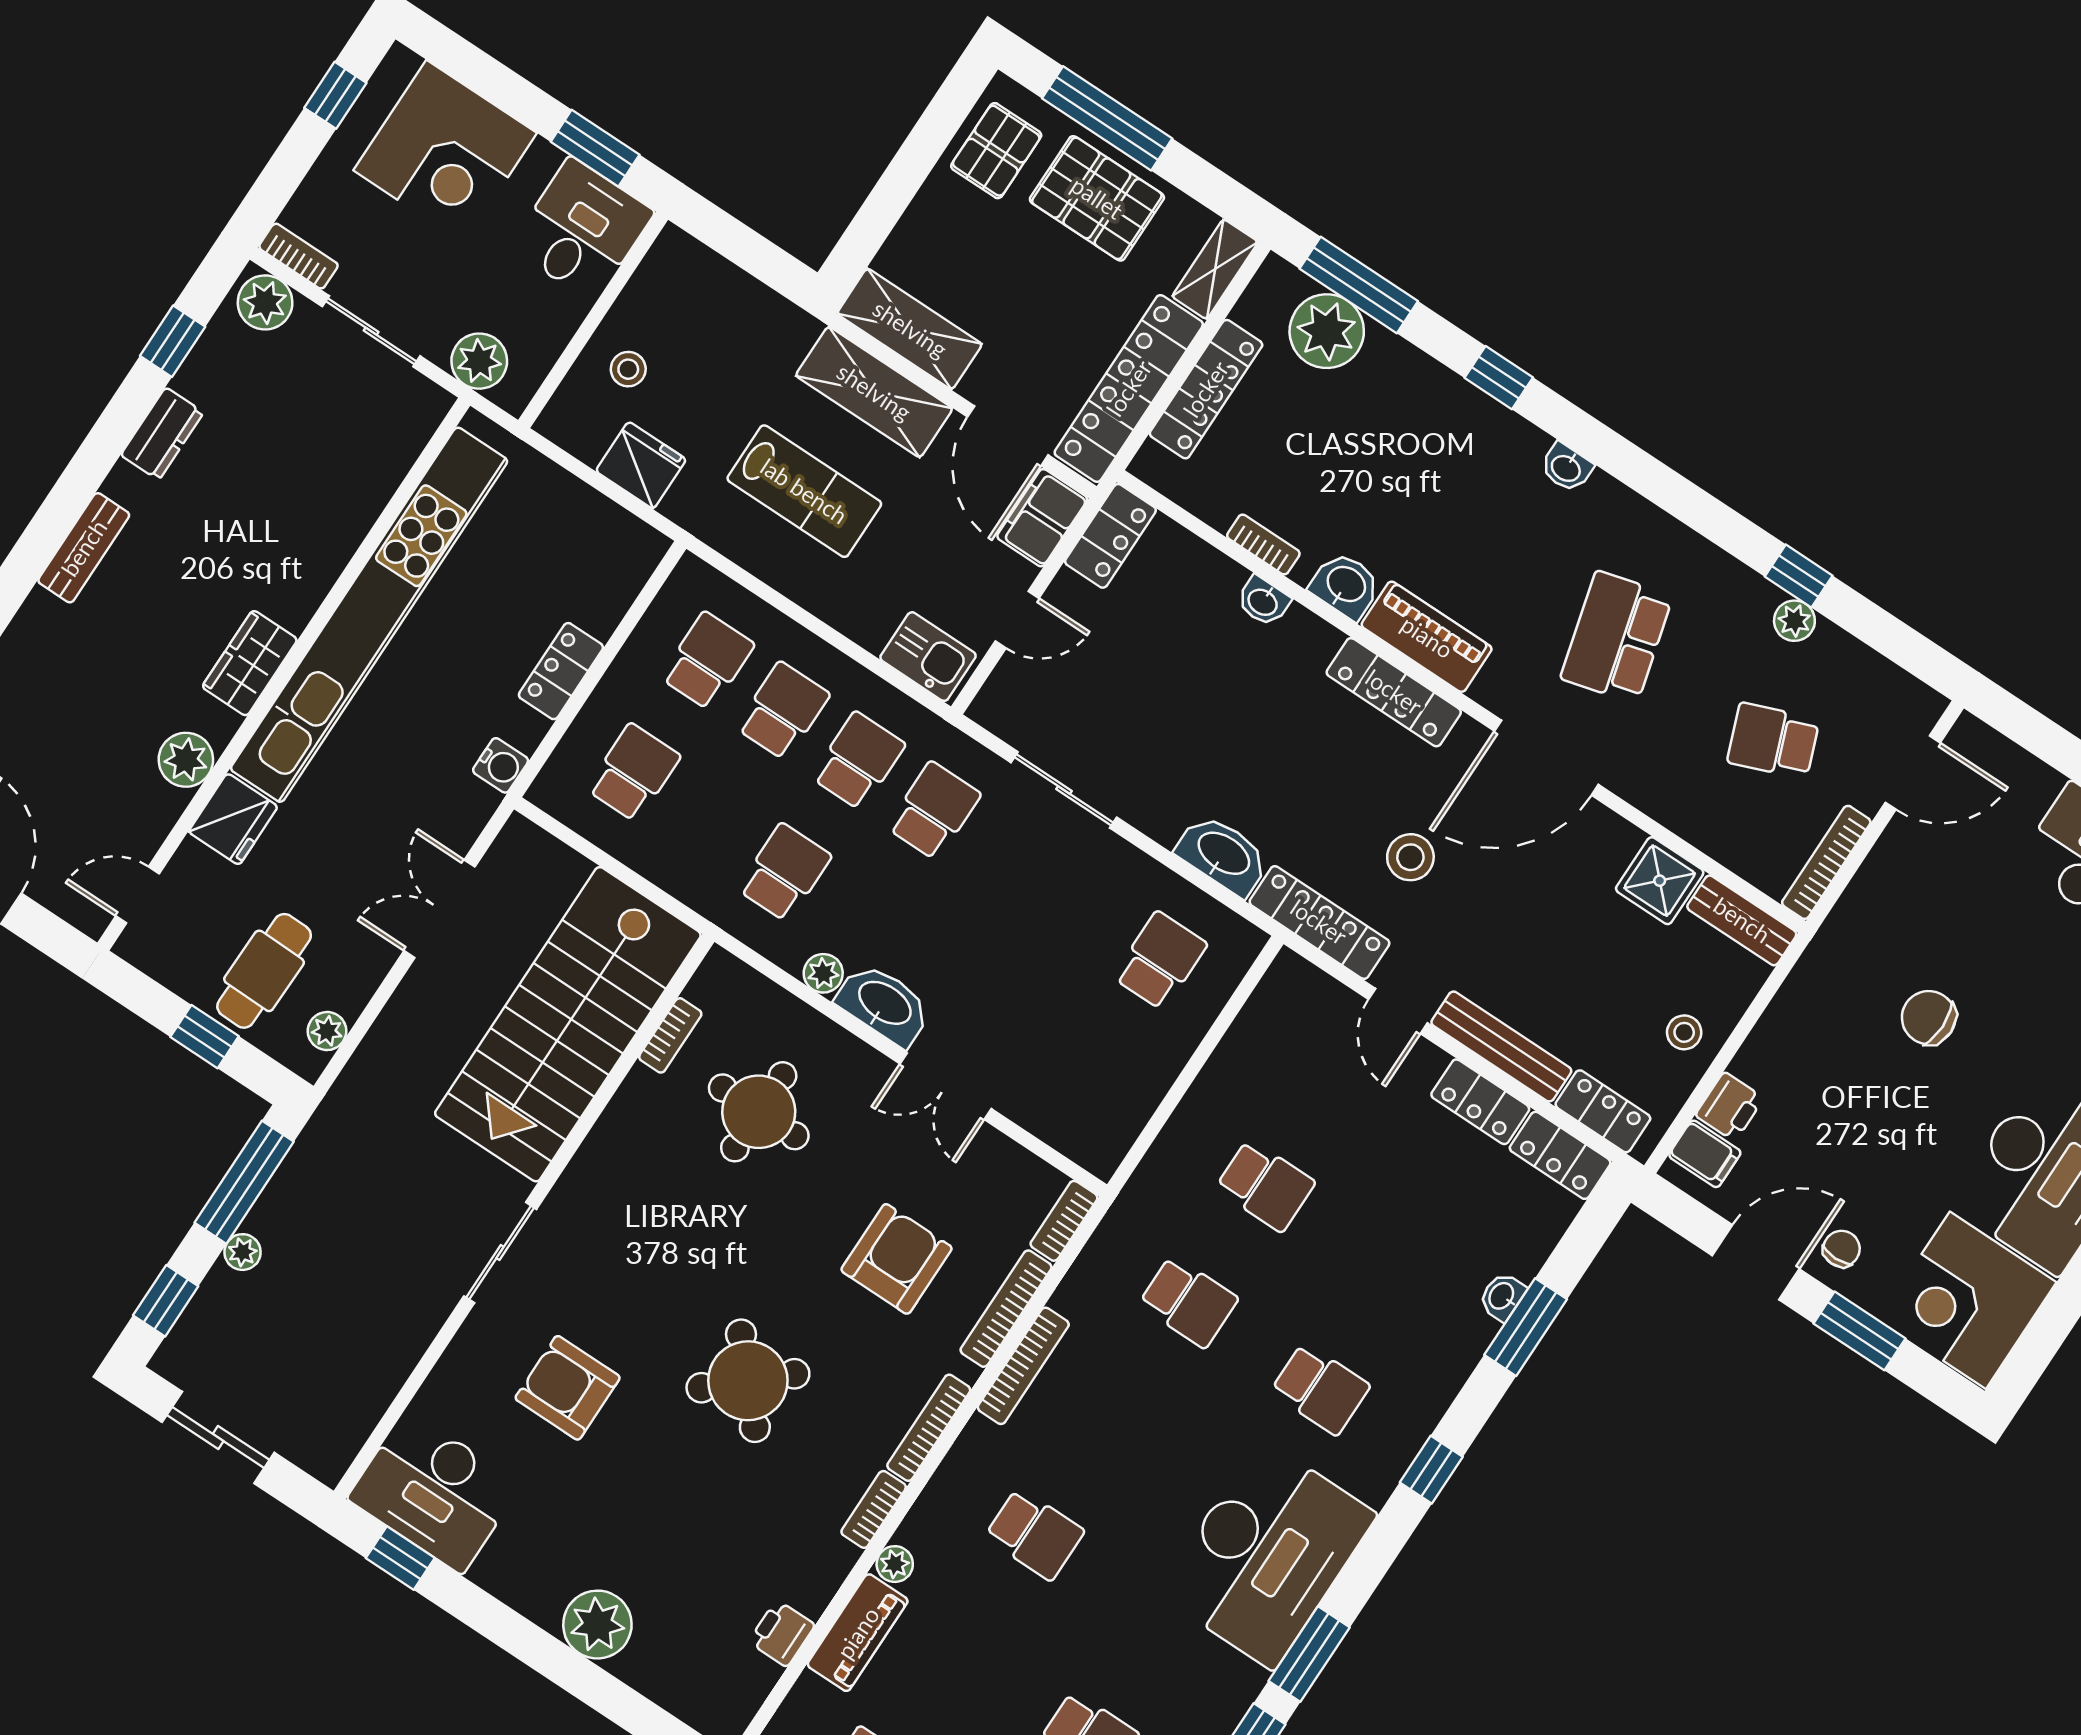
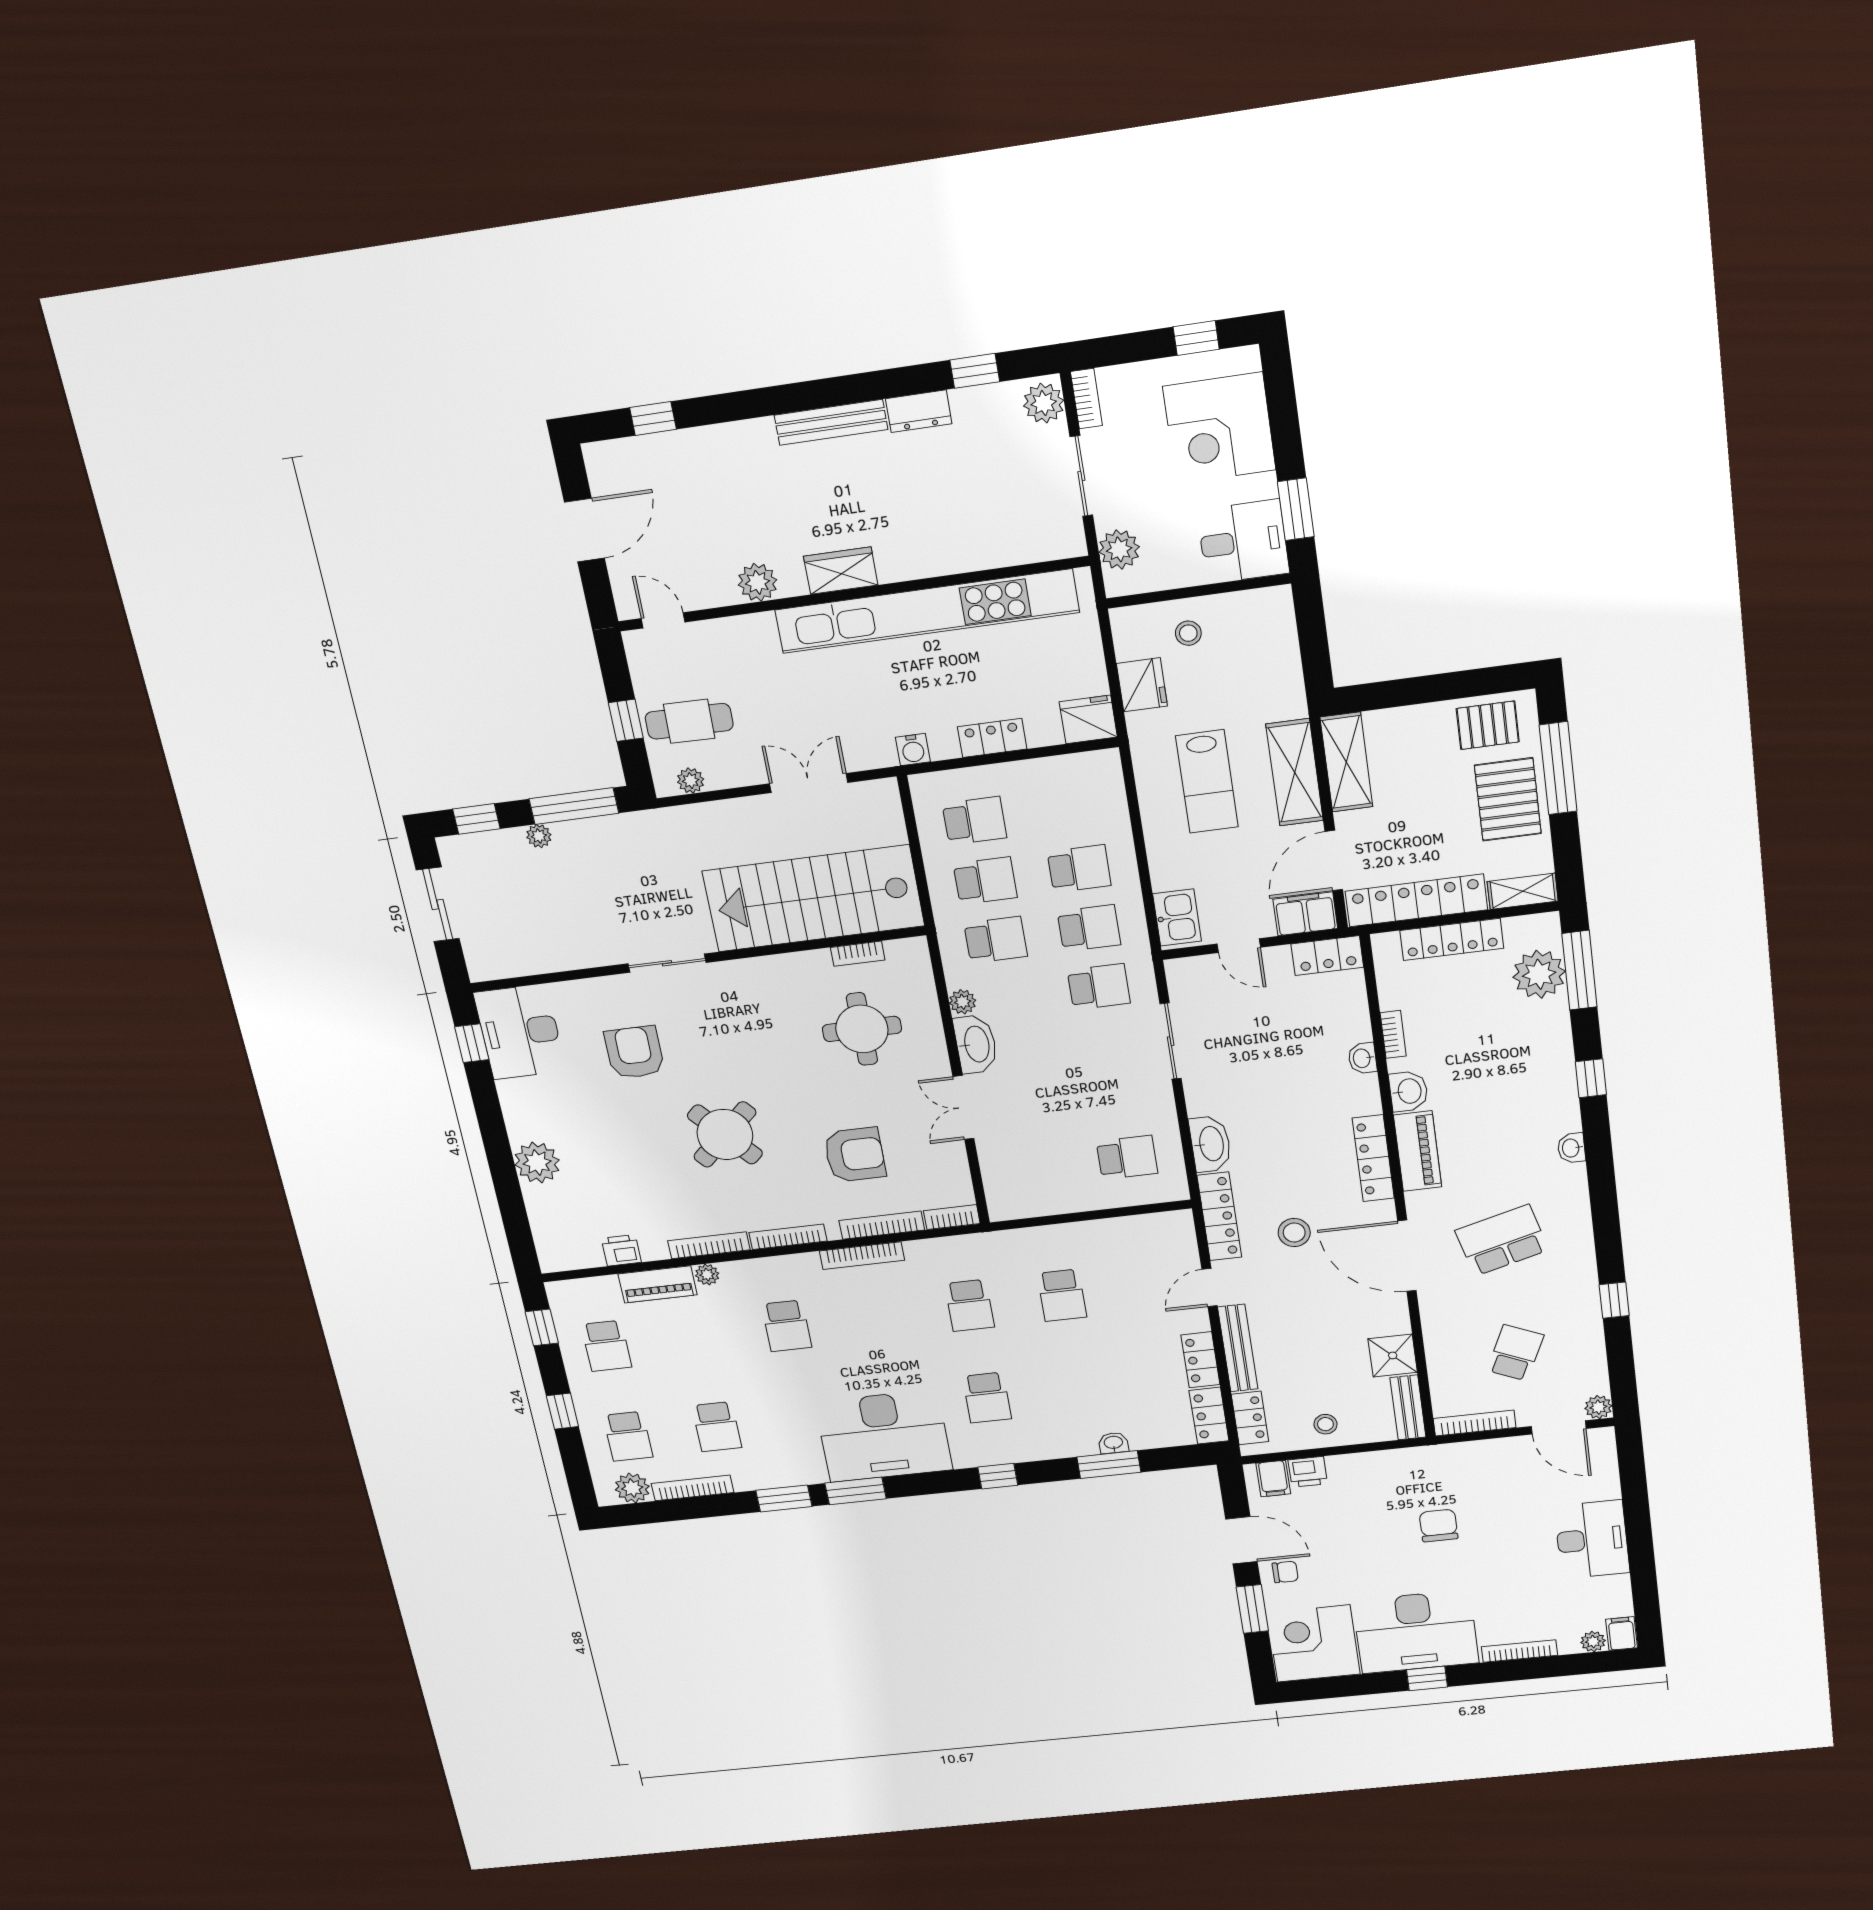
bench: (84, 548) -> (831, 422), width x1.36
plant: (1794, 621) -> (1598, 1407), moved
school desk: (707, 661) -> (985, 881), moved
school desk: (1773, 741) -> (1515, 1353), turned 45
fridge: (233, 819) -> (1088, 719), moved, turned 180
bookcase: (874, 1509) -> (709, 1245), width x1.56

